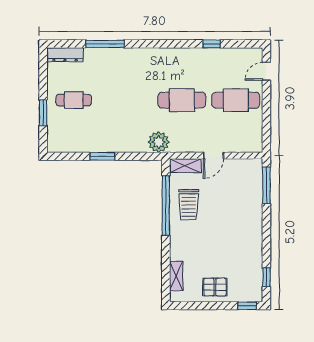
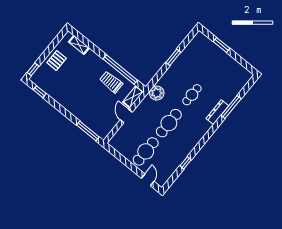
dresser: (65, 55) -> (217, 112), moved
cafe table: (74, 100) -> (192, 95), moved

